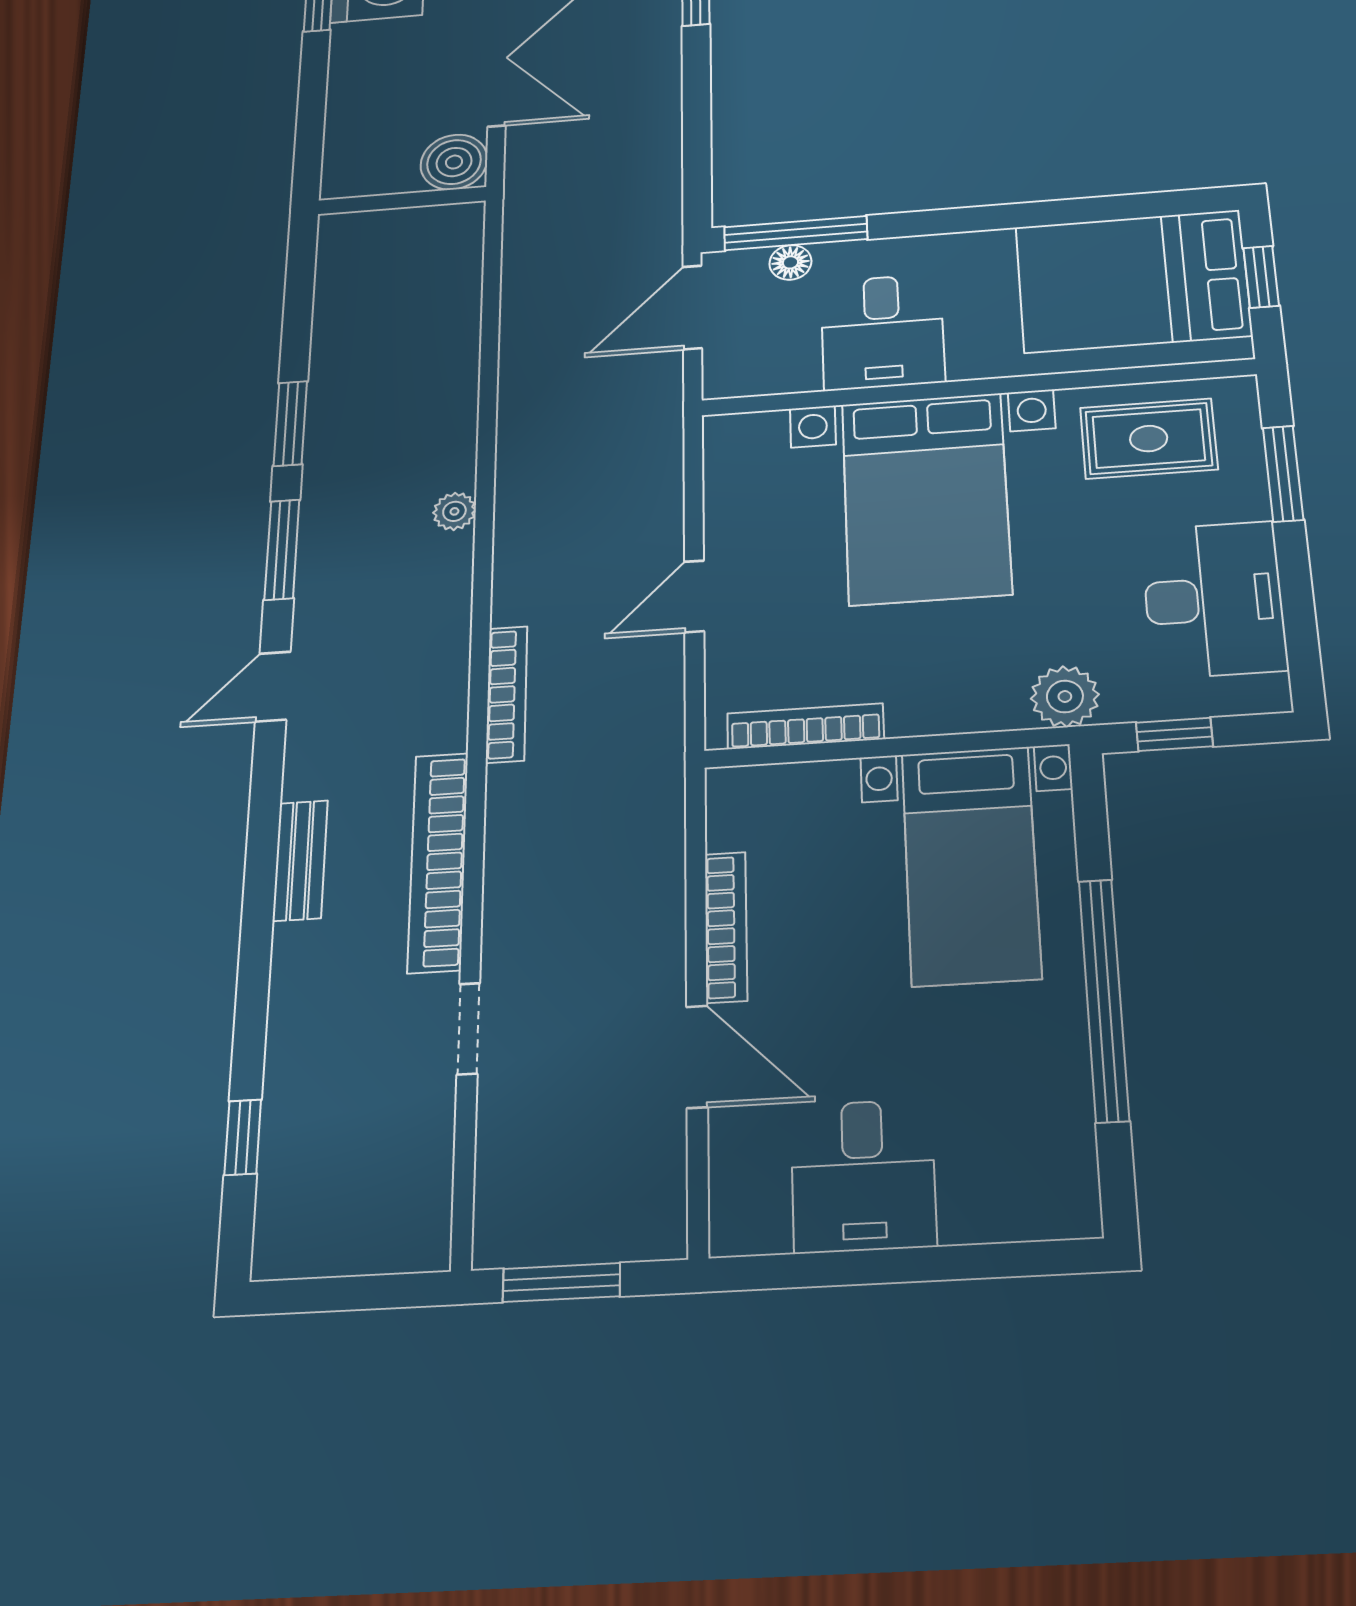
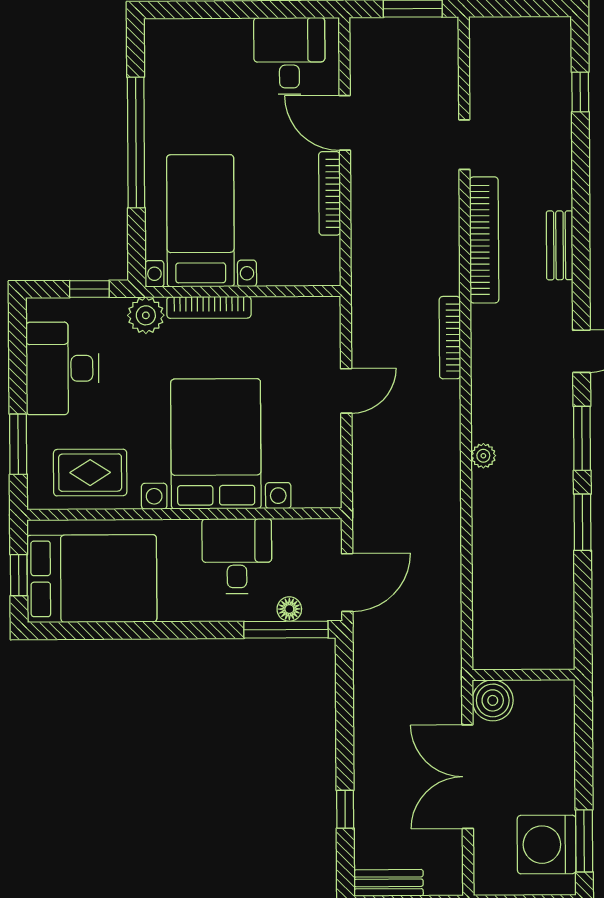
bookcase: (805, 726) -> (209, 307), moved
desk: (863, 1176) -> (289, 56), moved

